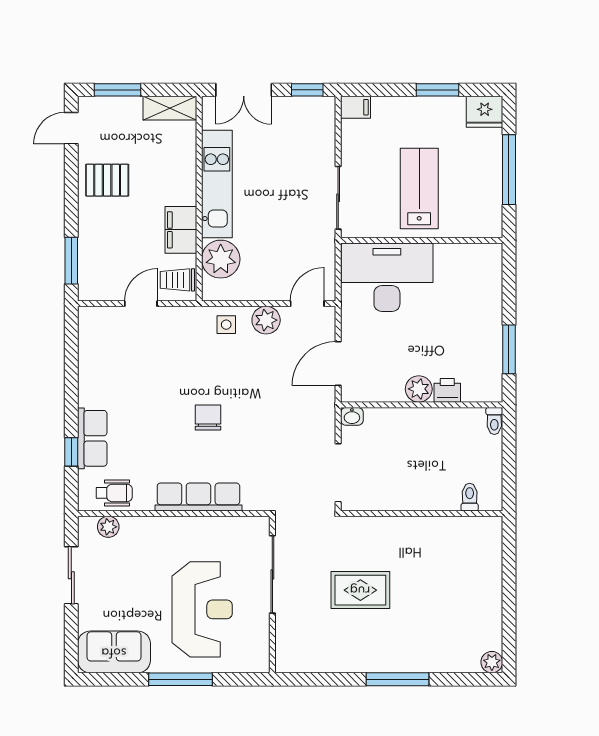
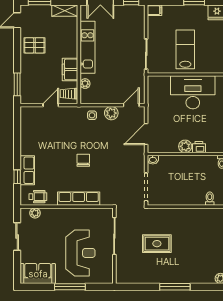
plant: (221, 259) -> (85, 84), width x0.53, depth x0.53
desk: (387, 277) -> (193, 92), moved

